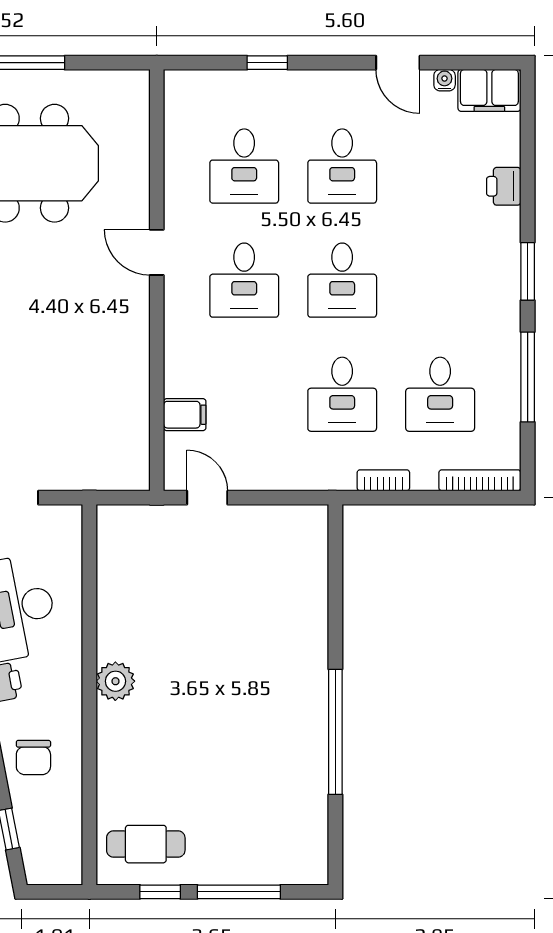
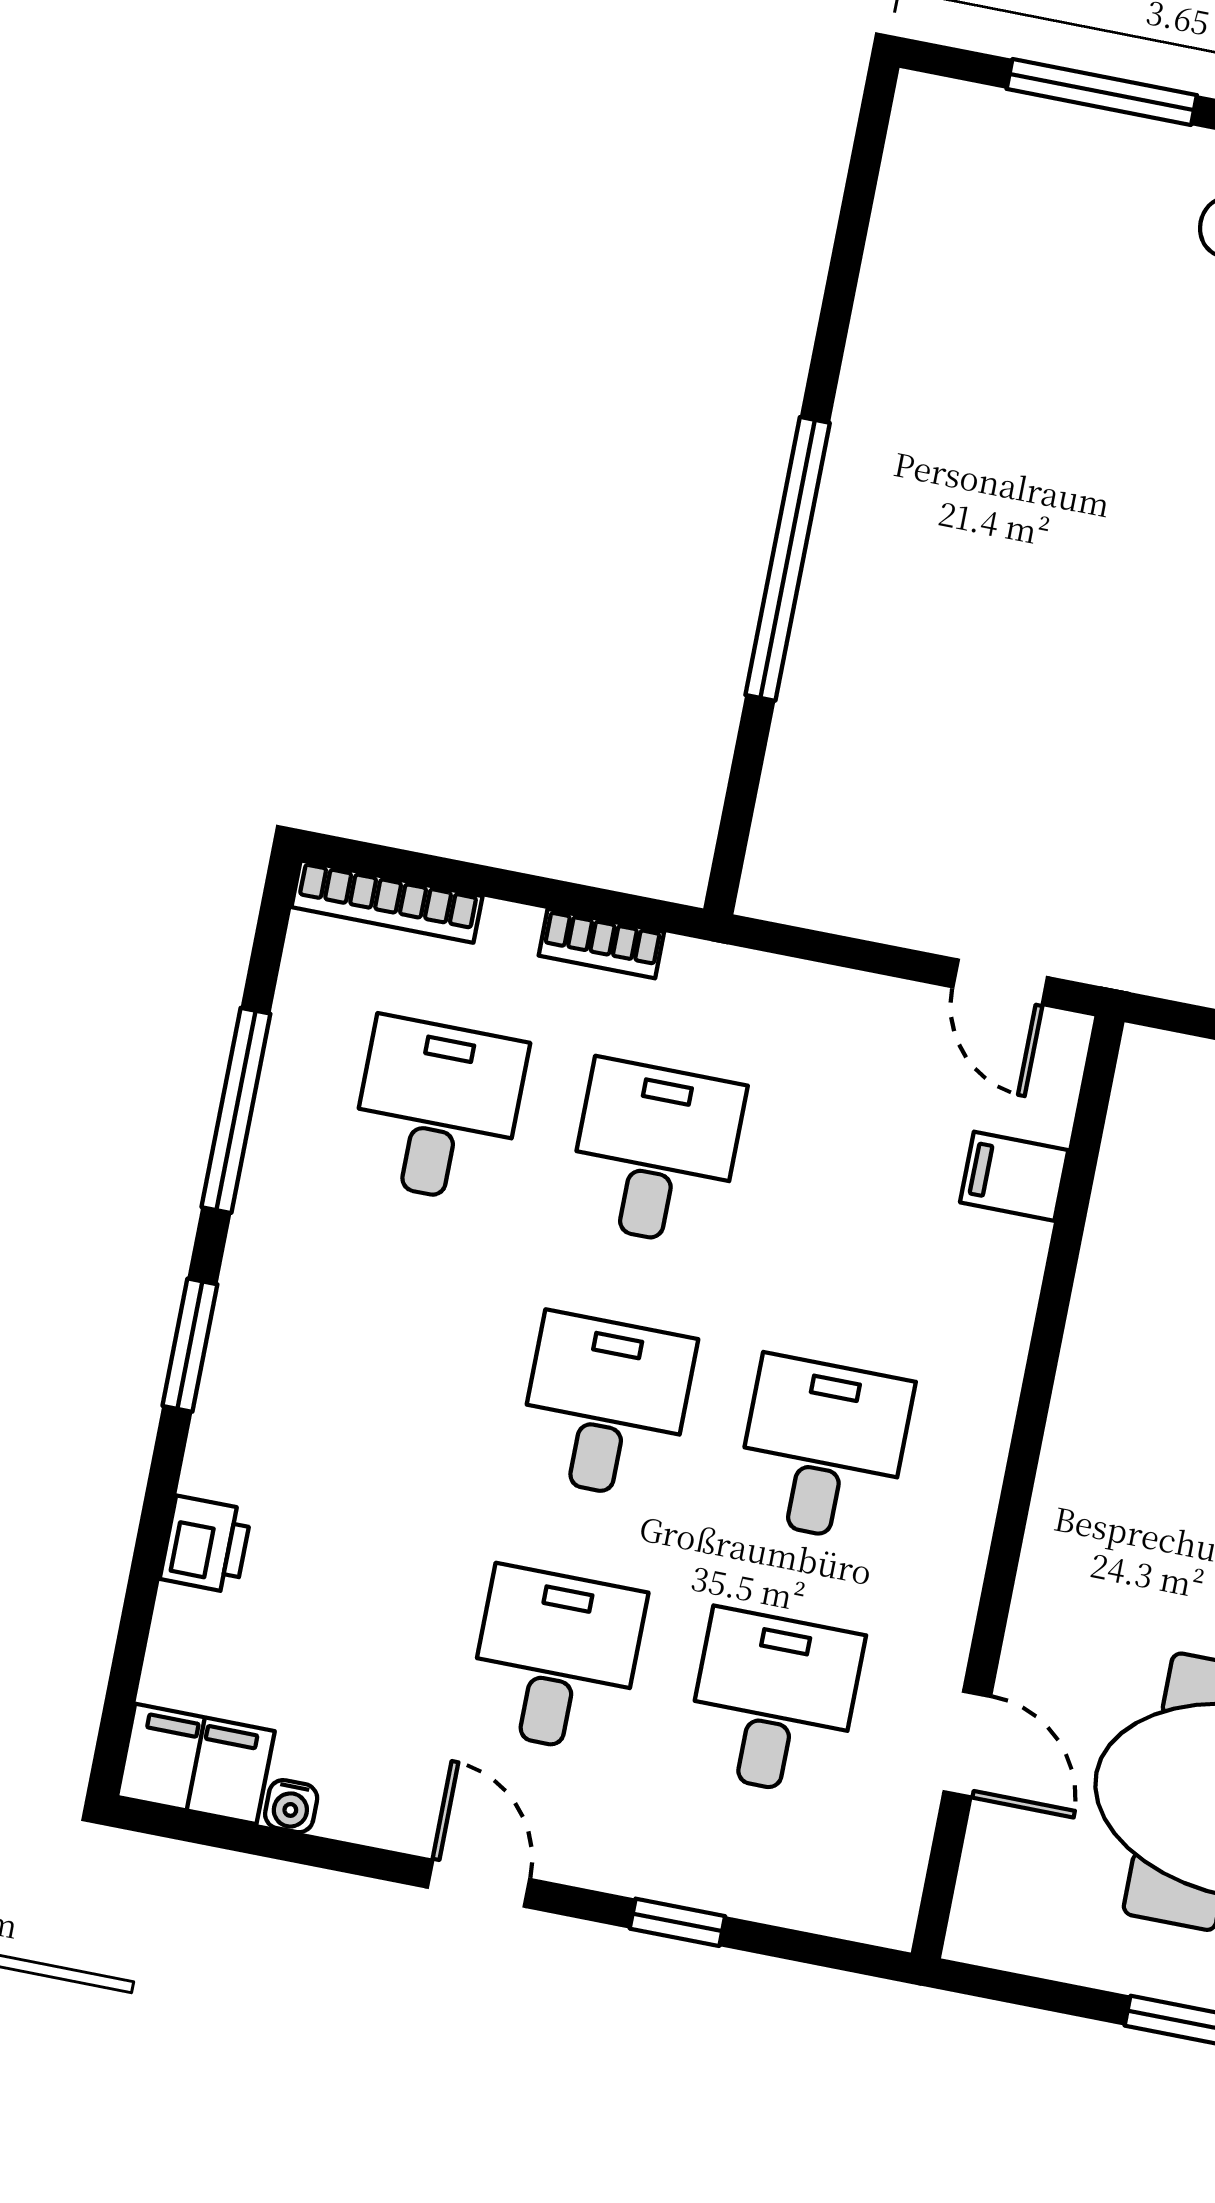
door: (398, 63) -> (478, 1883), moved
door: (157, 252) -> (967, 1744), moved
window: (335, 732) -> (788, 559), moved

